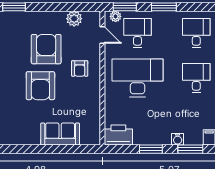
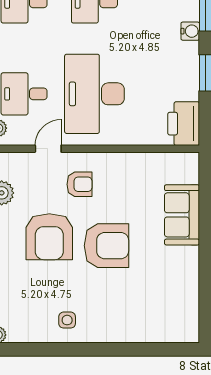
door: (102, 35) -> (48, 149), moved
armchair: (46, 49) -> (49, 237), turned -90

